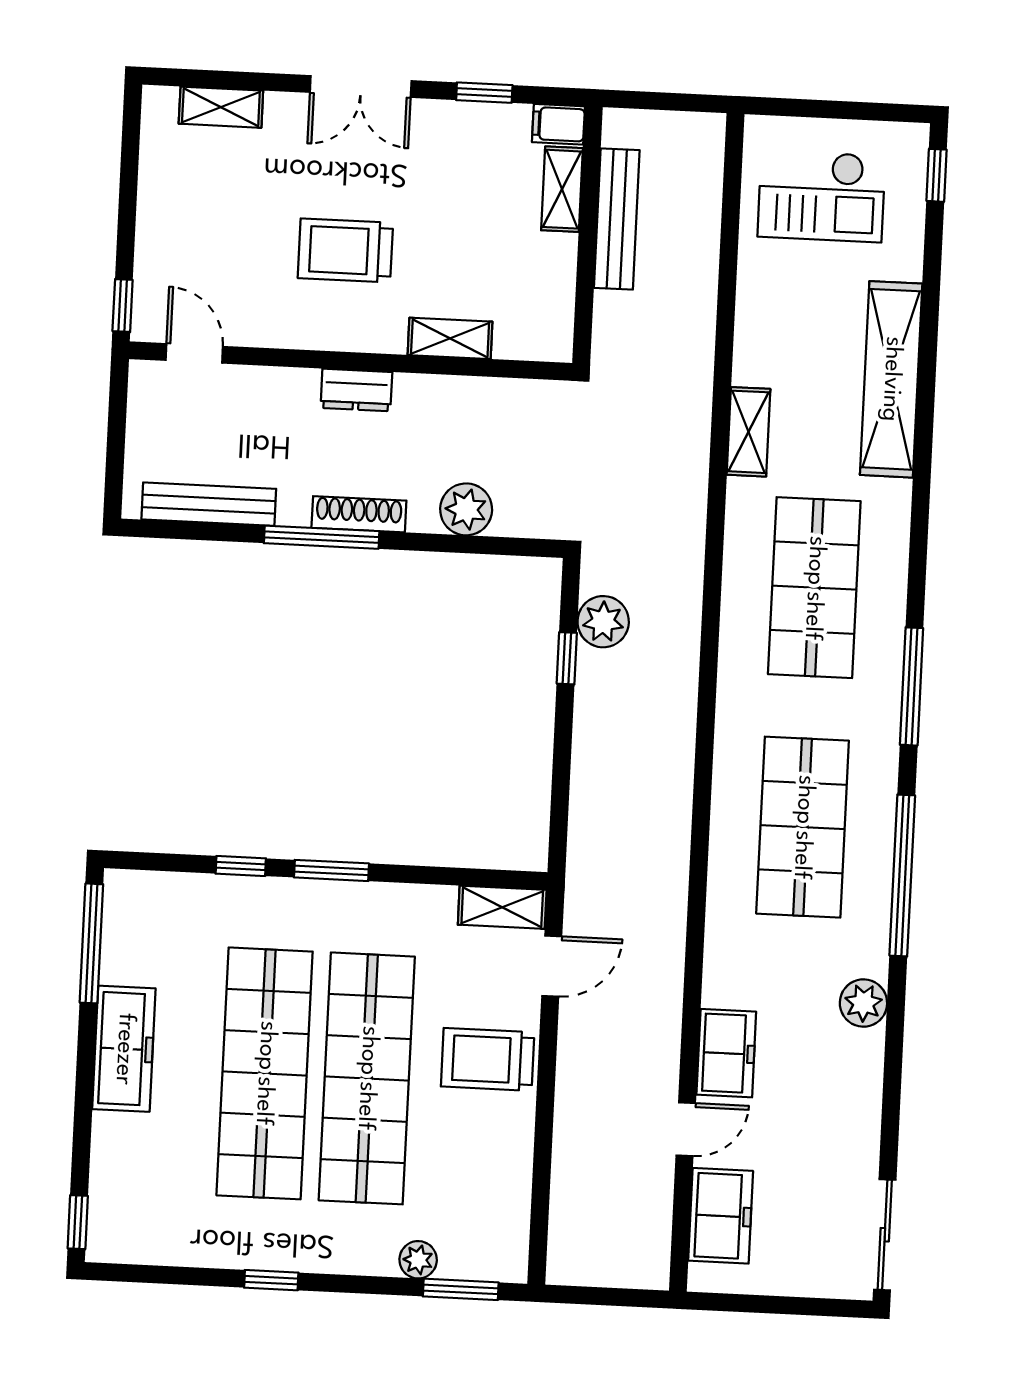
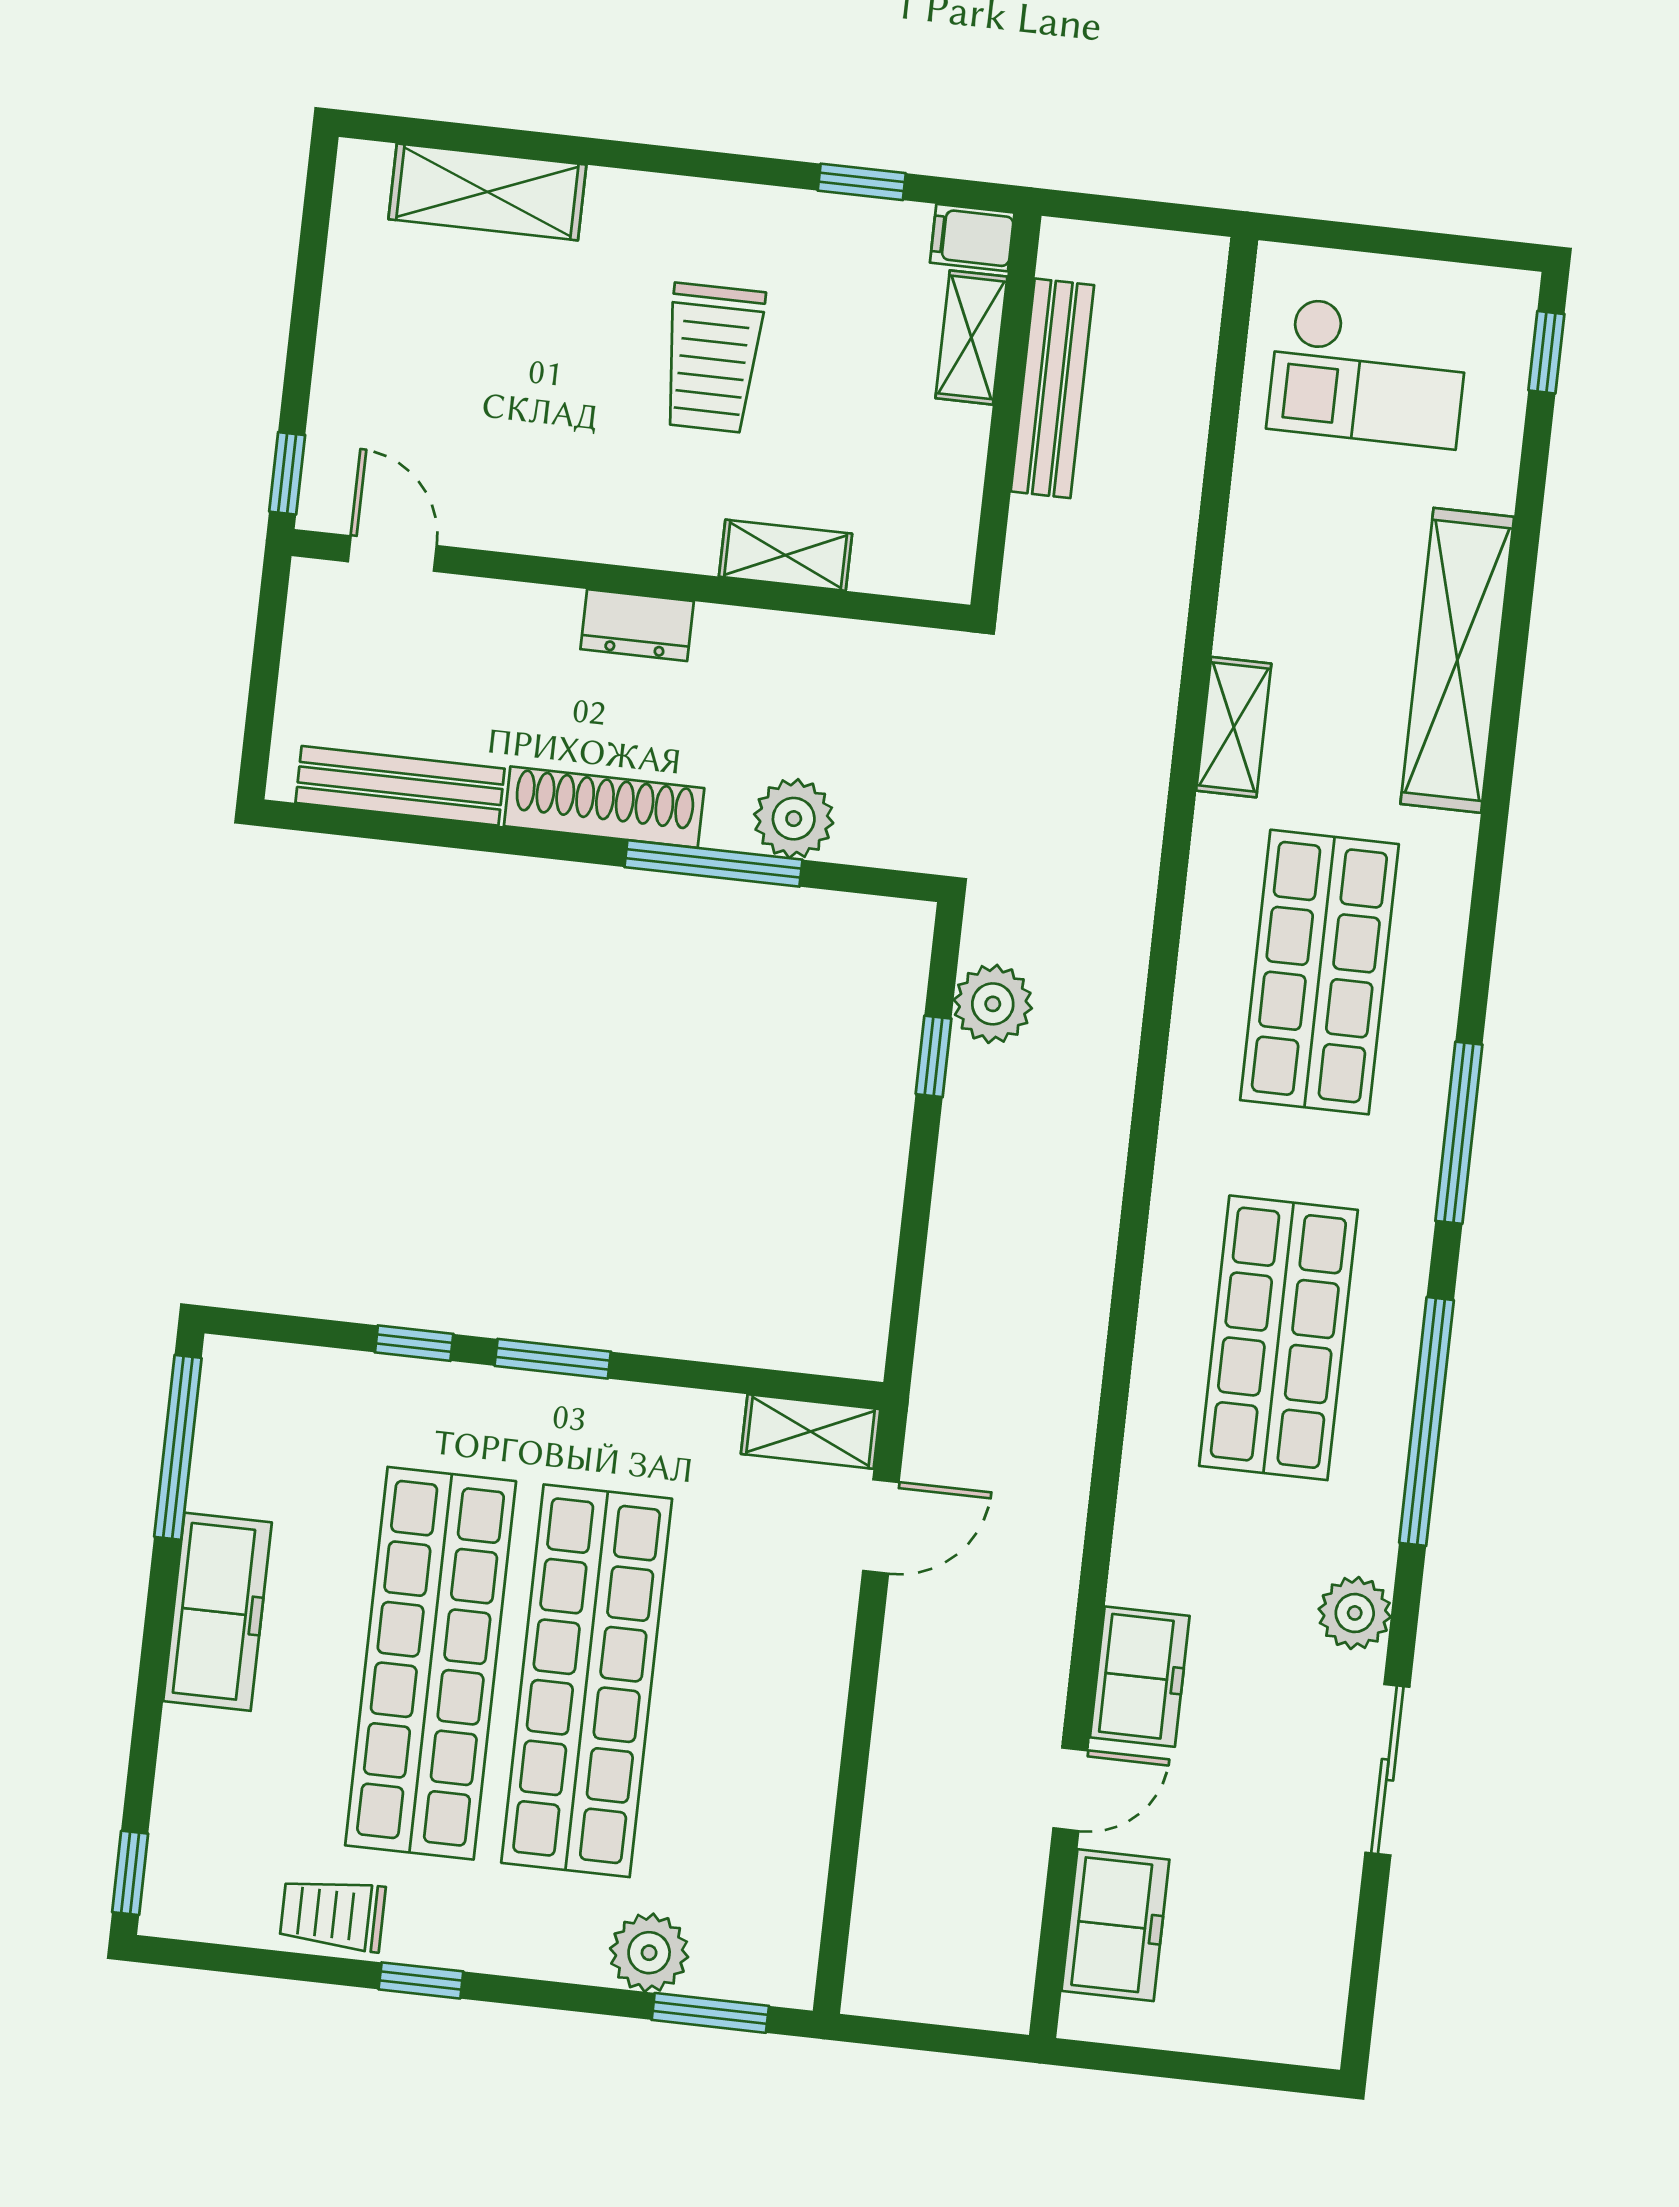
double door: (361, 86) -> (673, 161), removed
shelving: (221, 107) -> (487, 192), width x1.50, depth x1.33
trolley: (345, 250) -> (713, 358), moved, turned -90
shoe rack: (359, 514) -> (604, 807), width x1.36, depth x1.24
window: (322, 537) -> (713, 863), moved
trolley: (488, 1059) -> (333, 1914), moved, width x0.73, depth x0.72
sliding door: (885, 1235) -> (1387, 1770), moved
plant: (418, 1260) -> (649, 1953), width x1.38, depth x1.38

